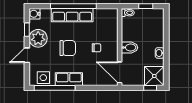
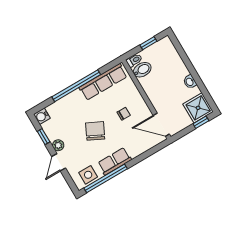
row of seats: (72, 15) -> (103, 82), moved
plant: (38, 38) -> (58, 145), width x0.53, depth x0.53
chair: (68, 48) -> (95, 131), turned -64
bidet: (129, 48) -> (142, 70), moved

